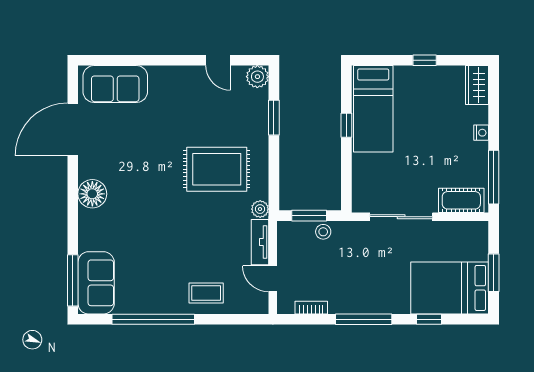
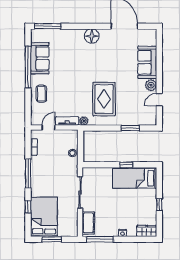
plant: (257, 77) -> (151, 85), moved
sofa: (115, 84) -> (147, 62), moved
window: (309, 216) -> (81, 146), removed
sofa: (96, 283) -> (40, 58), moved, turned -90

